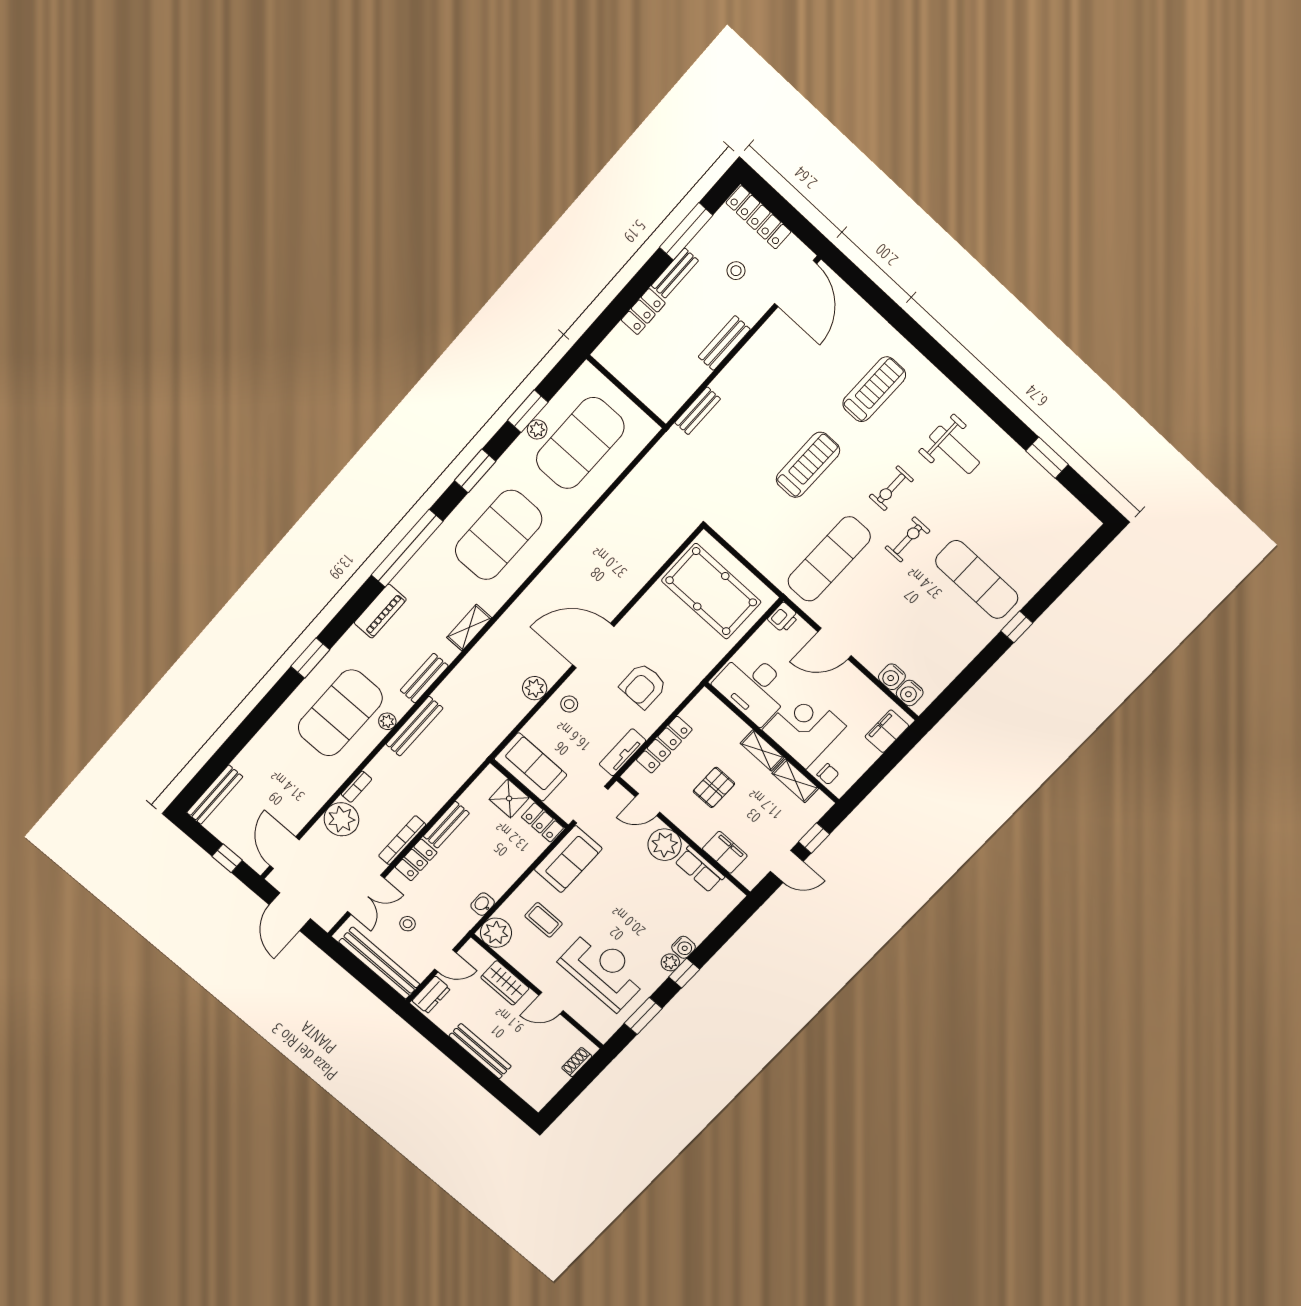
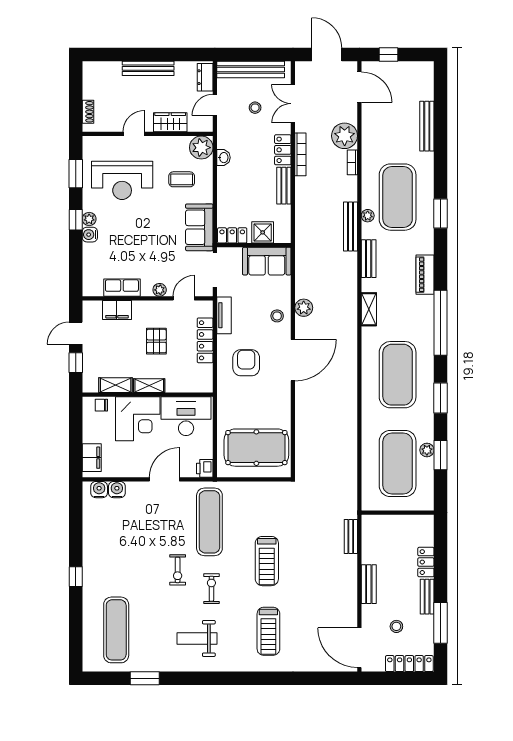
exercise mat: (977, 580) -> (116, 630), moved, turned 90
bench: (215, 795) -> (427, 126), moved
plant: (665, 845) -> (160, 290), width x0.53, depth x0.53

